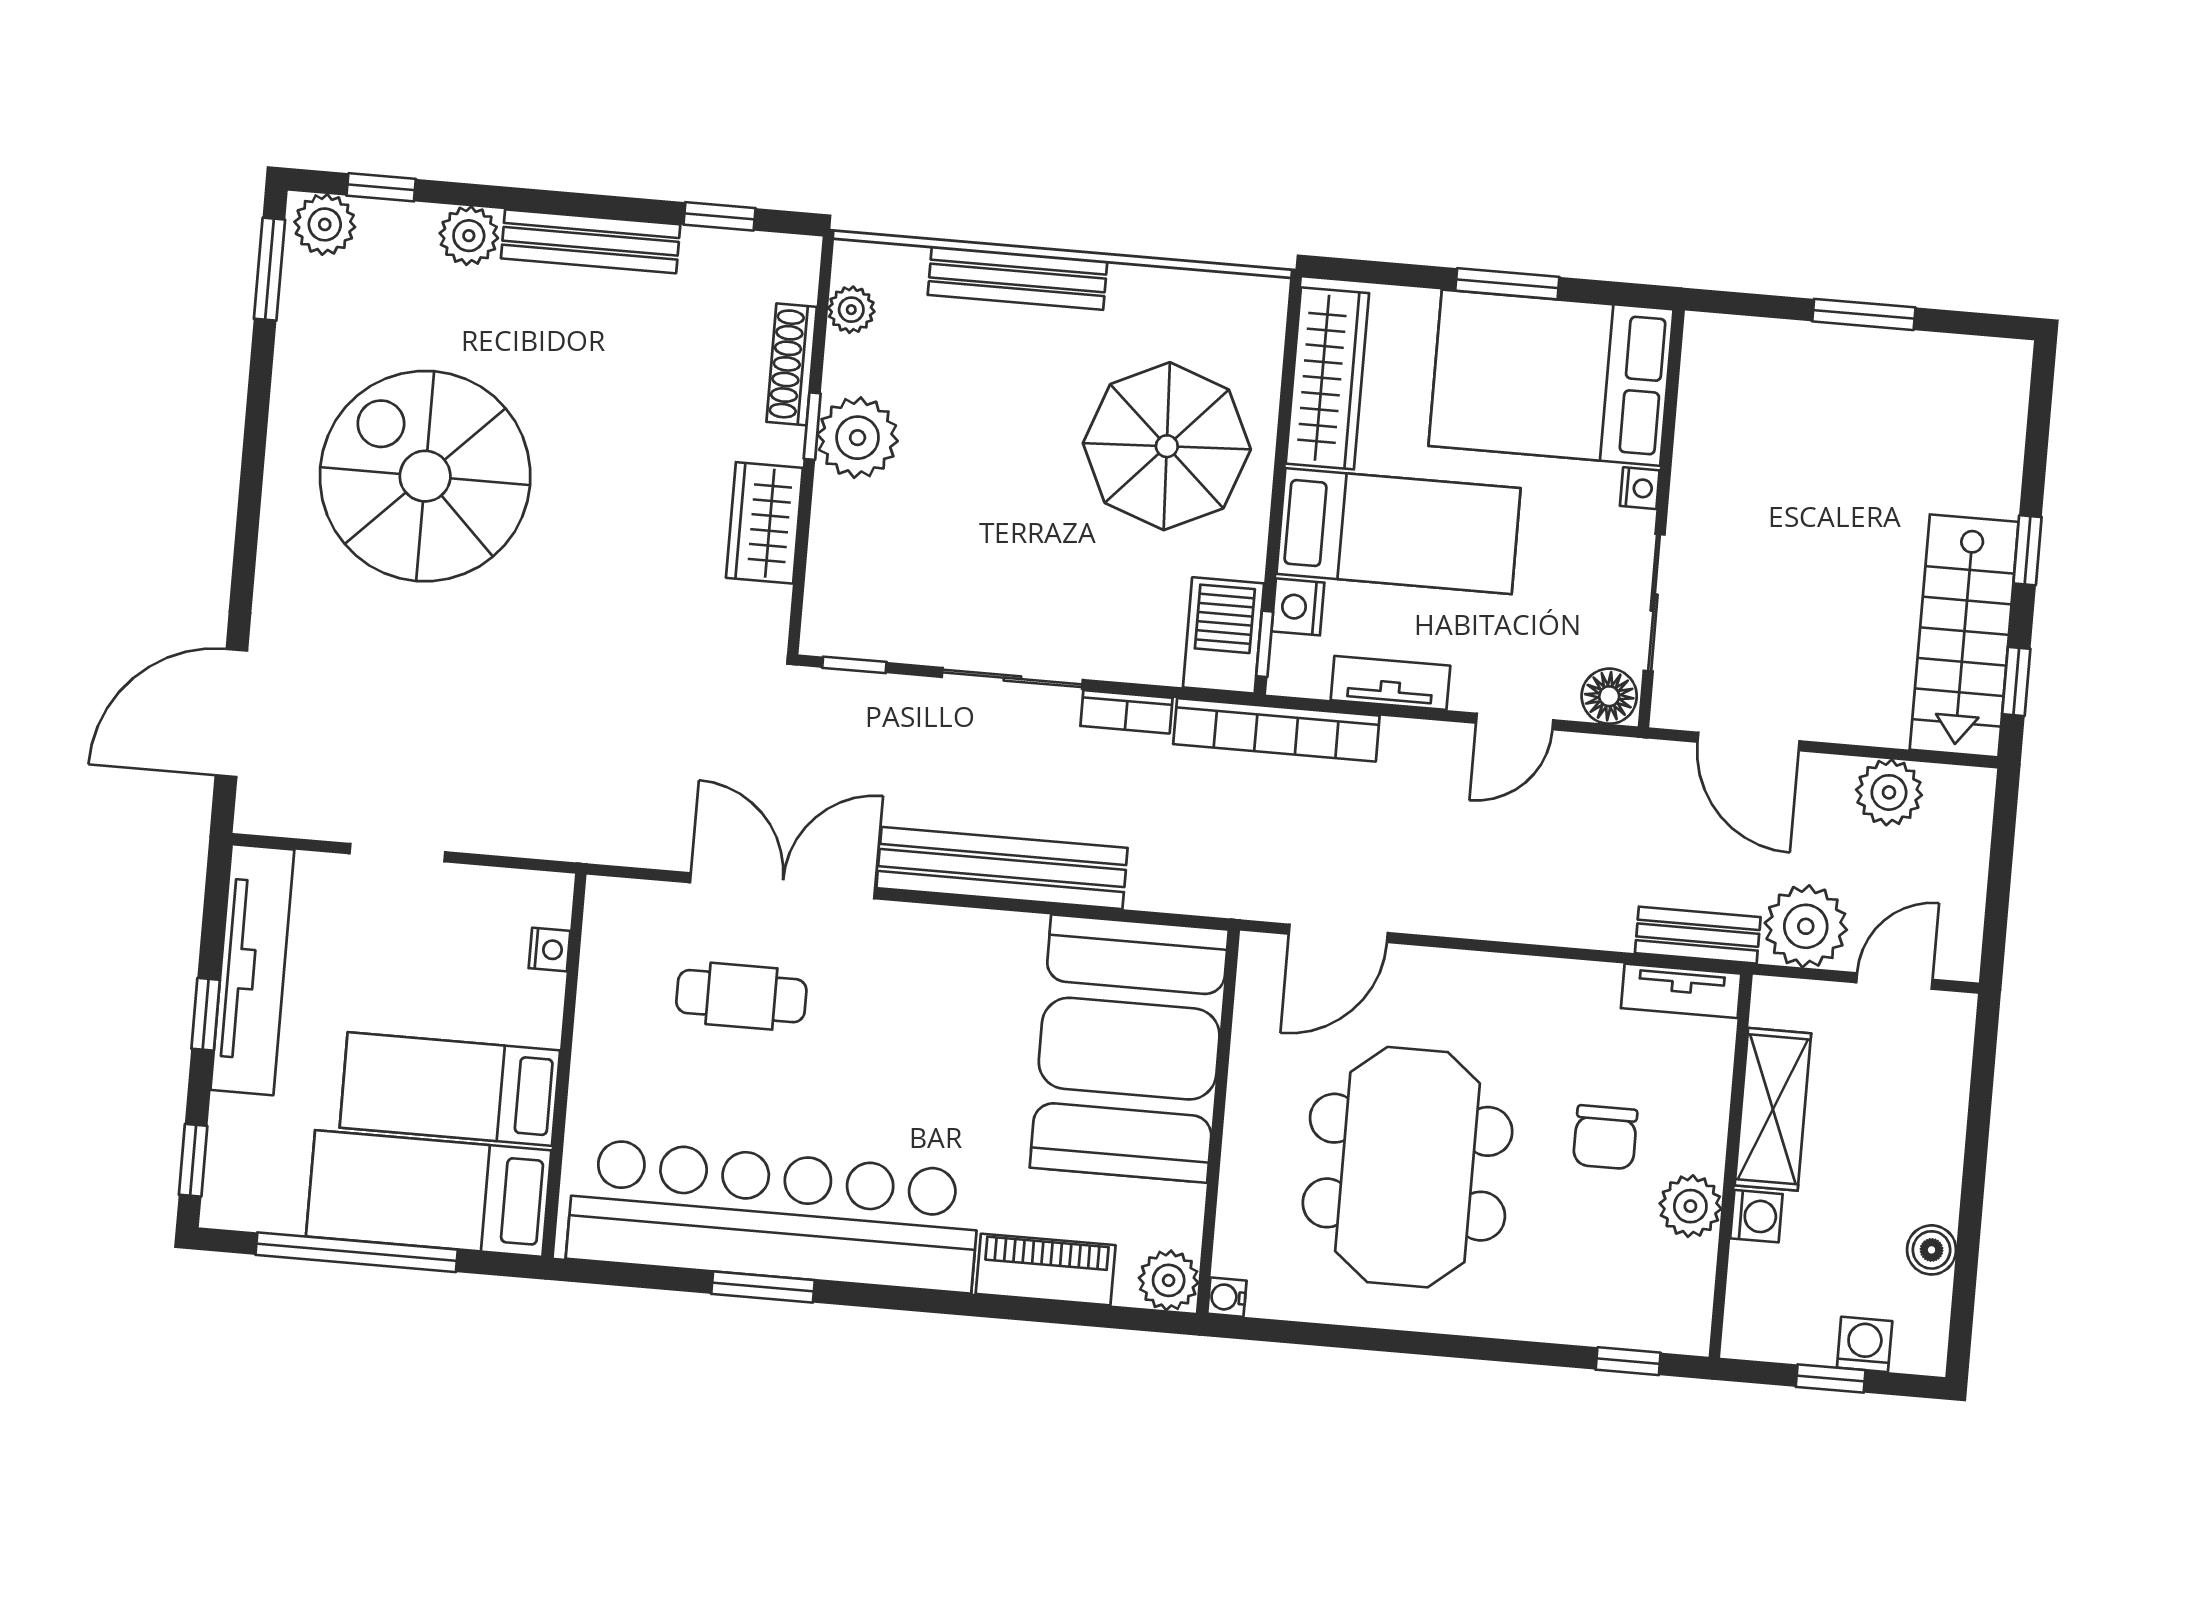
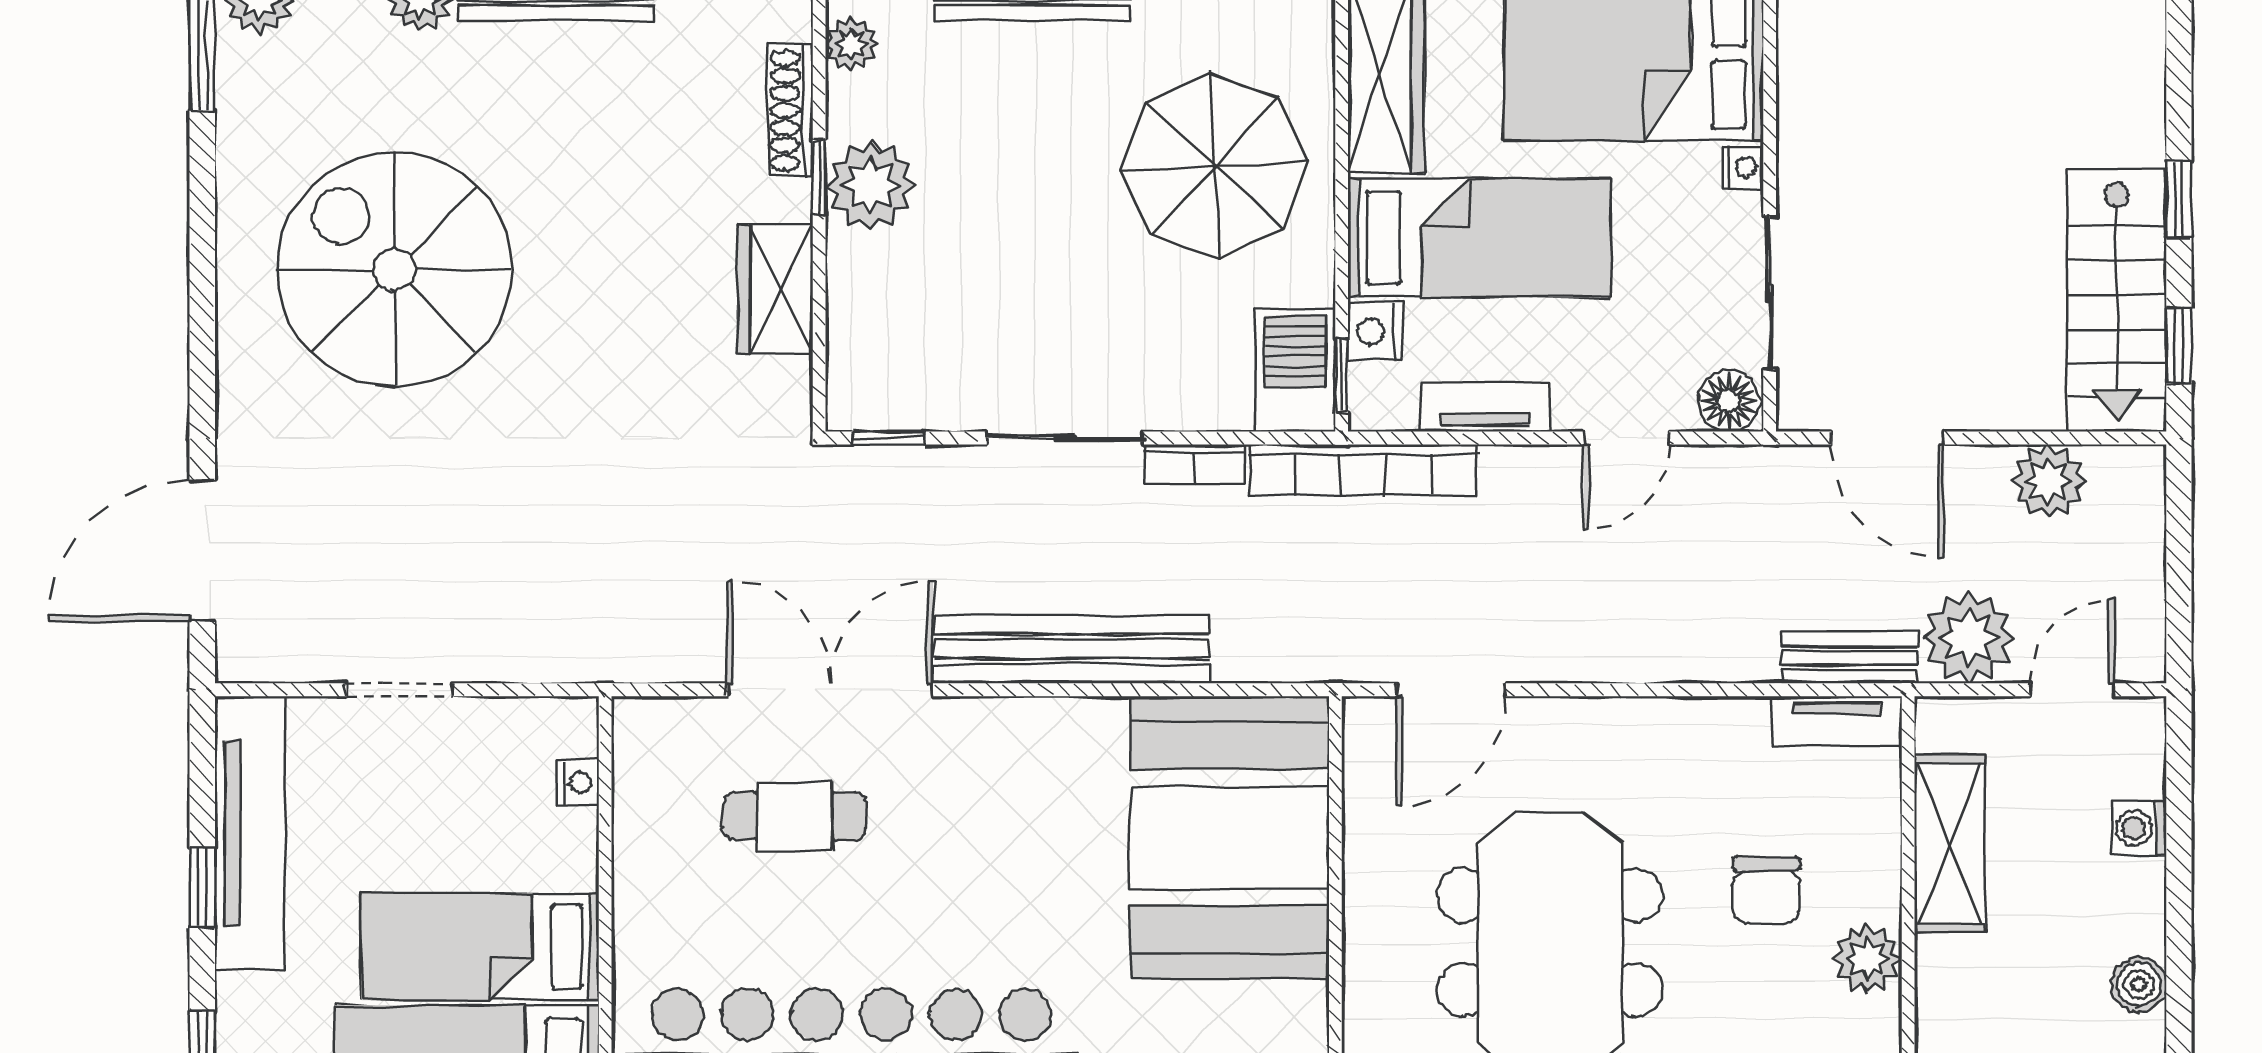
washing machine: (1756, 1216) -> (2139, 828), moved, turned 180

